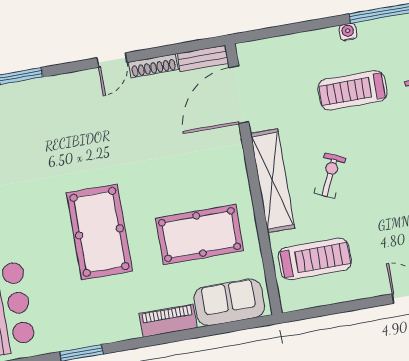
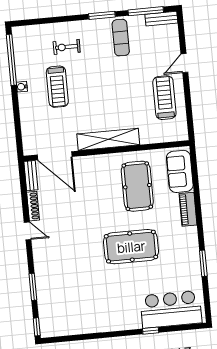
exercise bike: (330, 176) -> (108, 105), removed
treadmill: (315, 259) -> (164, 98), moved

